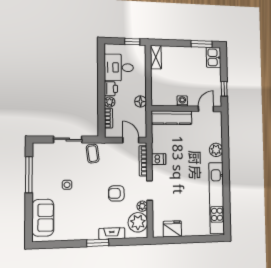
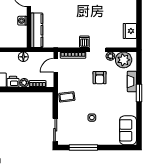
sliding door: (68, 139) -> (55, 130), moved
dishwasher: (159, 159) -> (84, 42), moved
sofa: (43, 218) -> (128, 130), moved, turned -90

